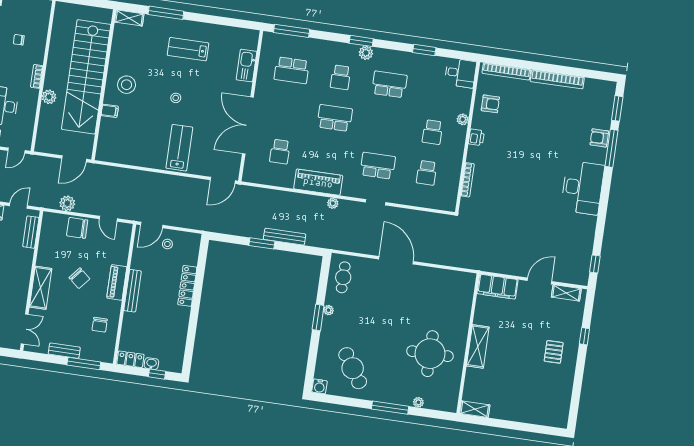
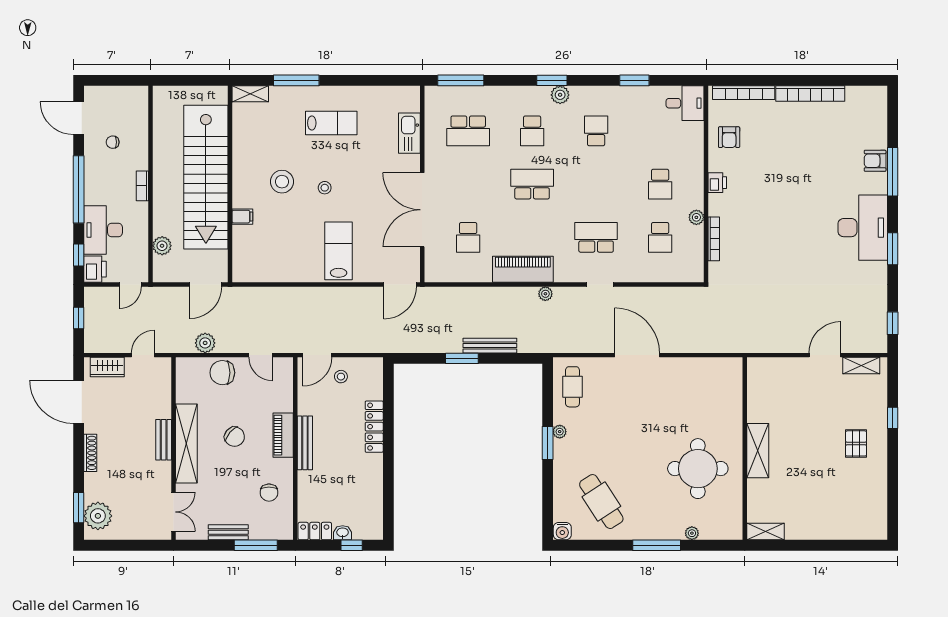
lab bench: (188, 49) -> (331, 123), turned 180
school desk: (389, 84) -> (596, 131), width x0.54
stool: (127, 85) -> (282, 182), moved
plant: (49, 97) -> (162, 246), moved
armchair: (490, 104) -> (729, 137), turned 90
window: (617, 108) -> (893, 249), moved
plant: (463, 119) -> (696, 217), moved
bench: (31, 232) -> (164, 440), moved
filing cabinet: (497, 287) -> (772, 370), removed
shelving: (41, 288) -> (186, 443), width x1.47

